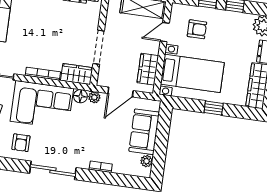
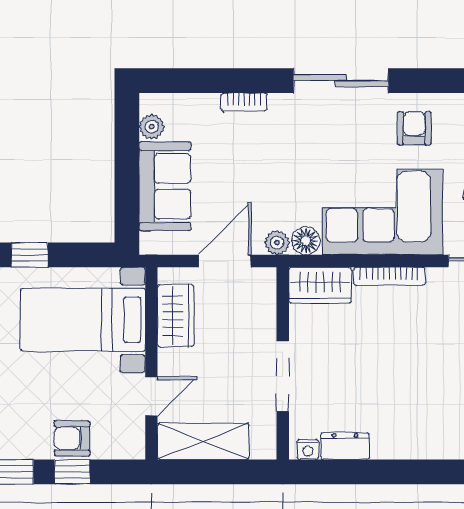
armchair: (197, 29) -> (72, 438), moved
doorway: (99, 47) -> (283, 376), moved

